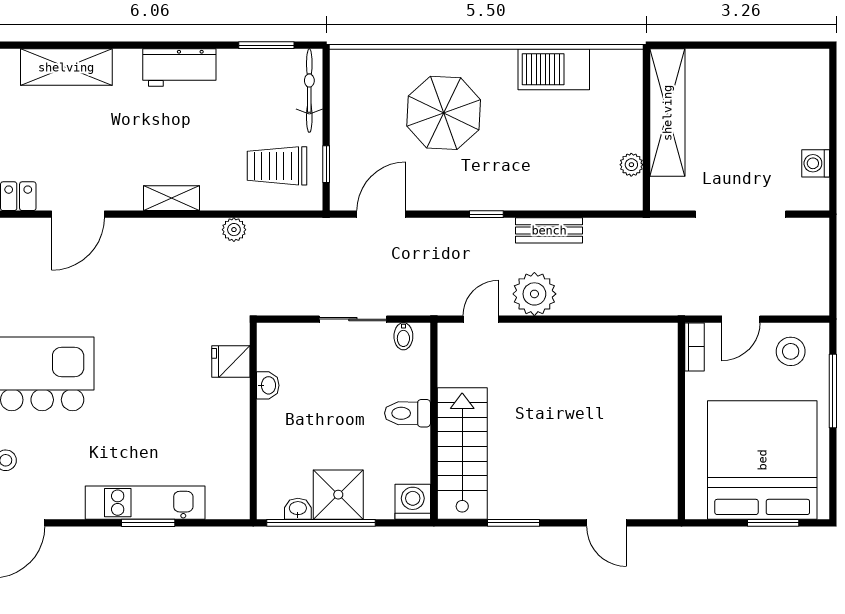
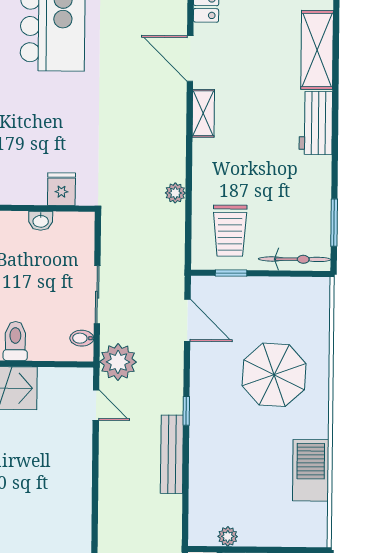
workbench: (179, 68) -> (316, 123), moved
trolley: (277, 166) -> (230, 231), turned 180
shelving: (172, 198) -> (203, 113), moved
bench: (549, 230) -> (172, 454), width x1.36
plant: (534, 294) -> (118, 362), moved

